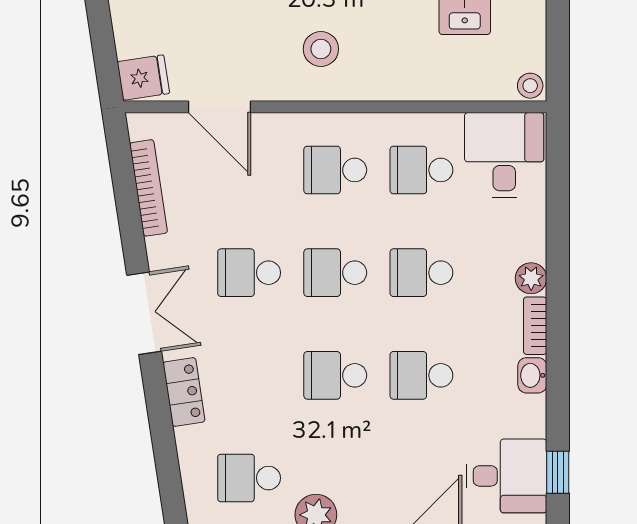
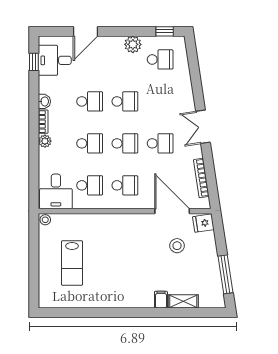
stool: (321, 49) -> (177, 246), moved
door: (220, 107) -> (172, 211), width x1.36
locker: (184, 392) -> (187, 95), removed

